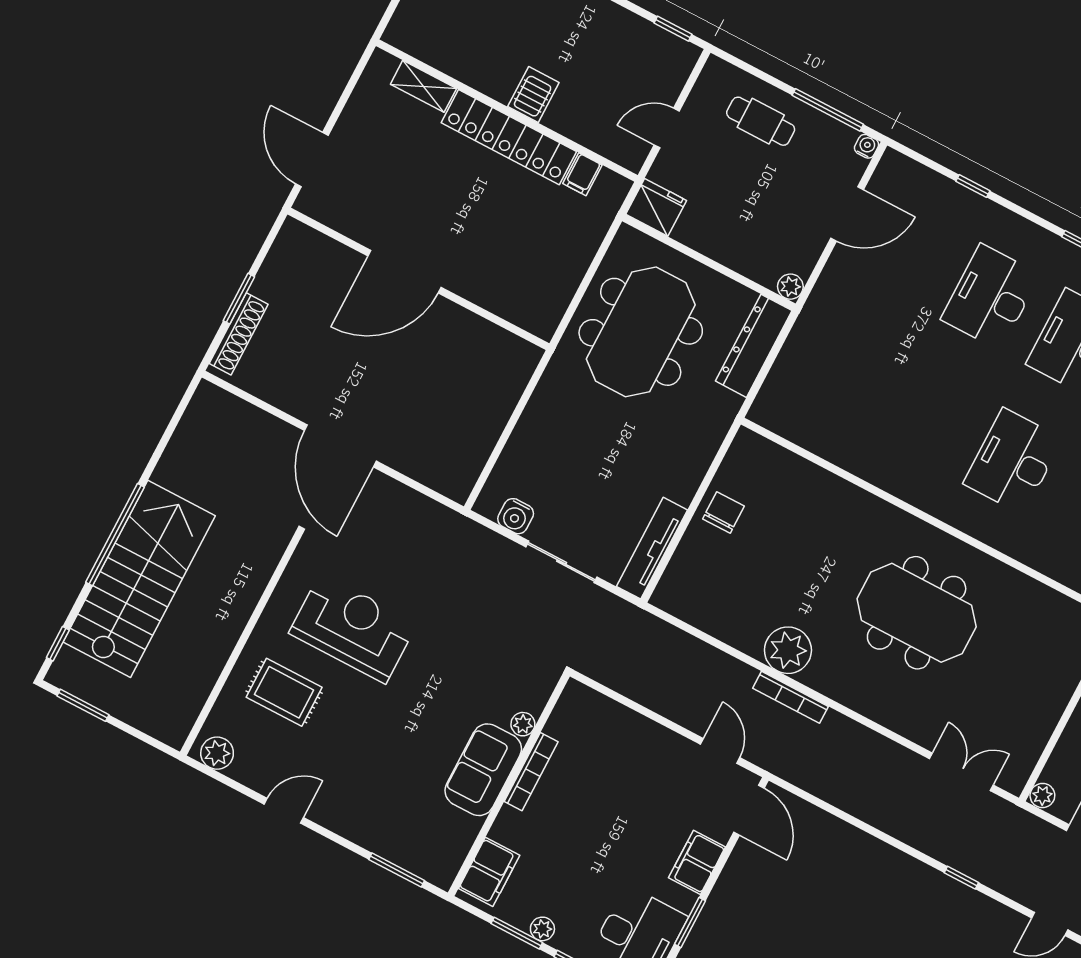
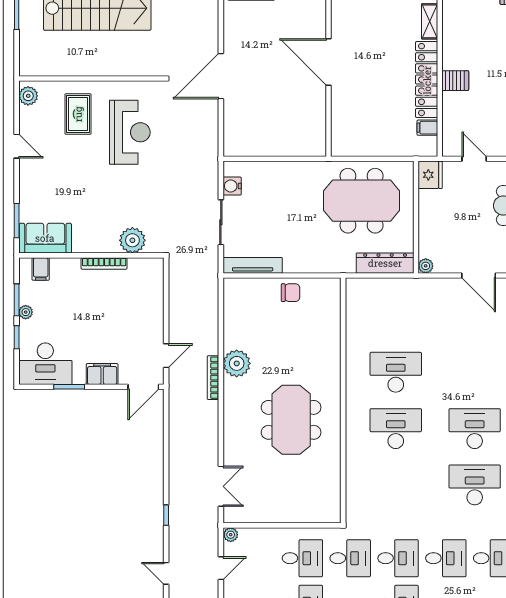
desk: (990, 297) -> (396, 372), moved
plant: (523, 724) -> (132, 240), width x1.88, depth x1.88
sofa: (483, 770) -> (45, 238), moved
filing cabinet: (489, 872) -> (41, 269), width x0.50

